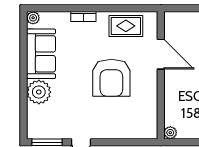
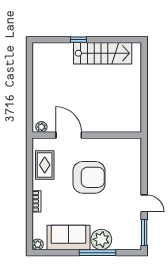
door: (161, 54) -> (69, 135), hinge flipped
window: (24, 88) -> (98, 253), added
plant: (170, 133) -> (41, 127), moved

